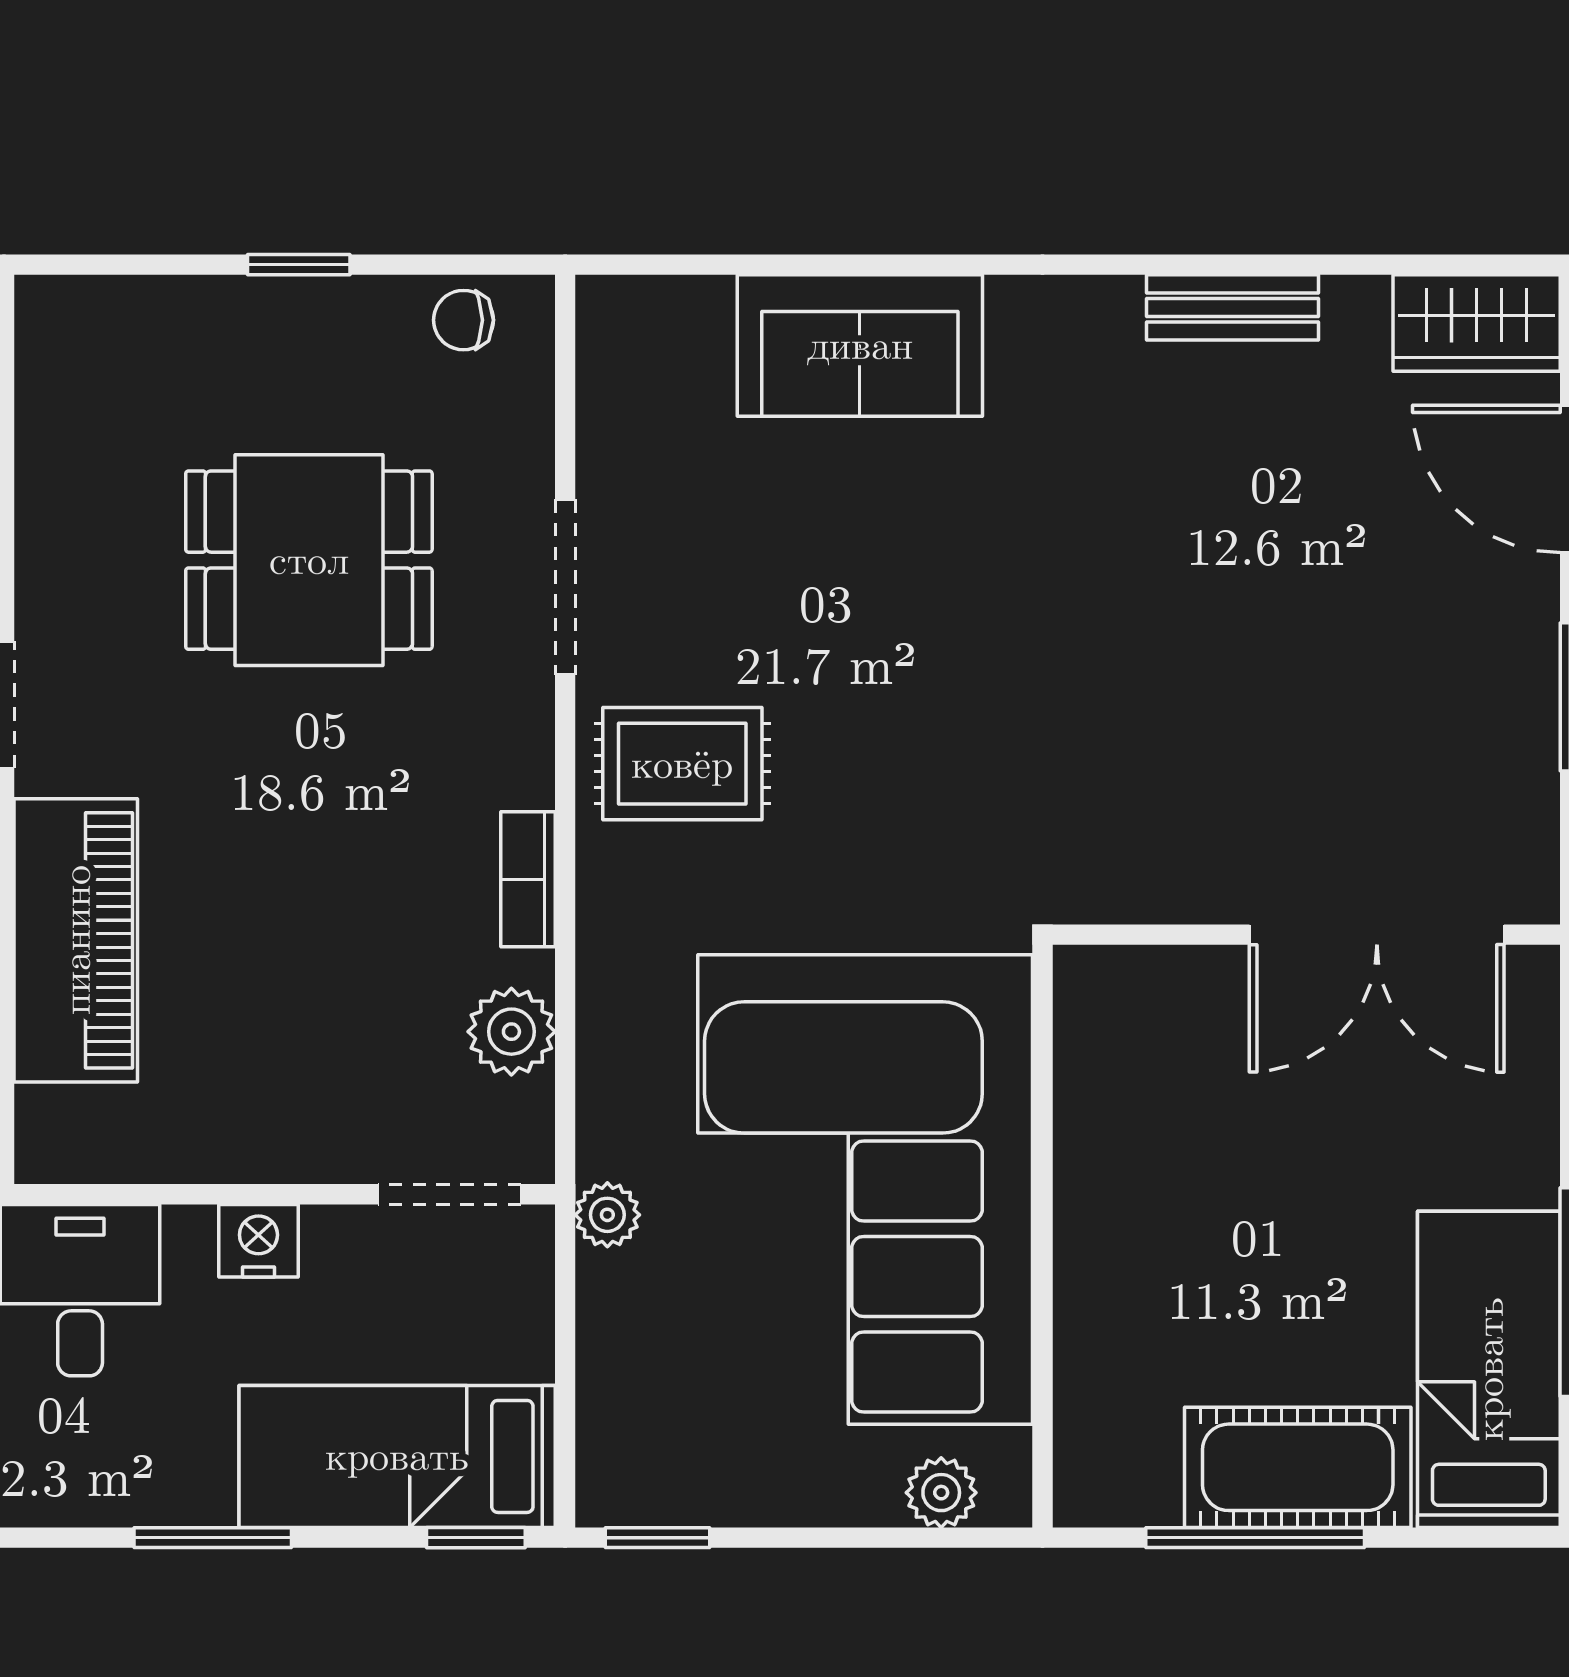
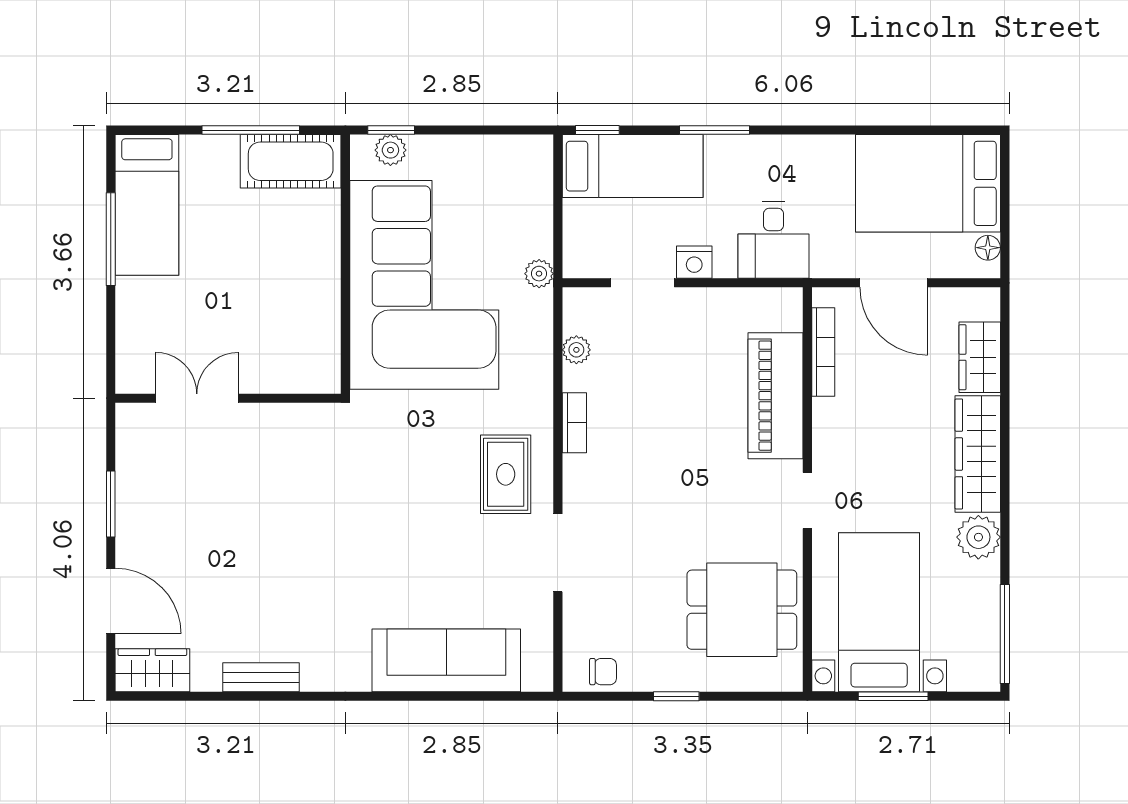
sofa: (860, 345) -> (446, 660), width x1.36
dining table: (309, 560) -> (742, 610), moved
rug: (682, 764) -> (506, 474), turned 90
double door: (1377, 935) -> (197, 398), width x0.73
plant: (511, 1032) -> (576, 350), width x0.73, depth x0.73
doorway: (450, 1194) -> (643, 283), moved
cot: (1298, 1467) -> (291, 161), moved
window: (657, 1538) -> (391, 130), moved

